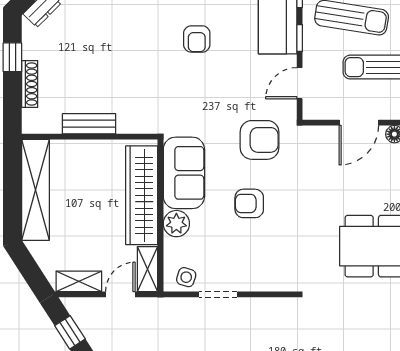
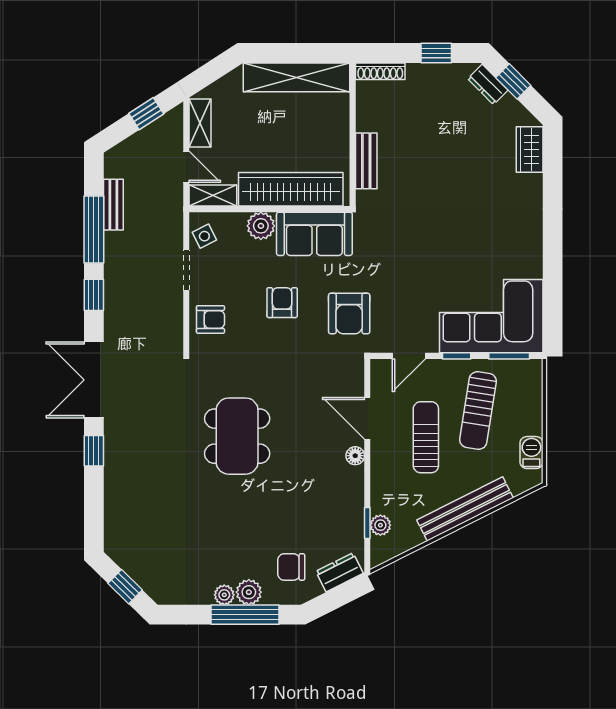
armchair: (197, 39) -> (210, 319), moved, turned 180
door: (300, 83) -> (409, 356), swing flipped
shoe rack: (30, 84) -> (380, 71), moved
bench: (89, 124) -> (366, 161), moved
side table: (186, 277) -> (204, 236), turned 45

